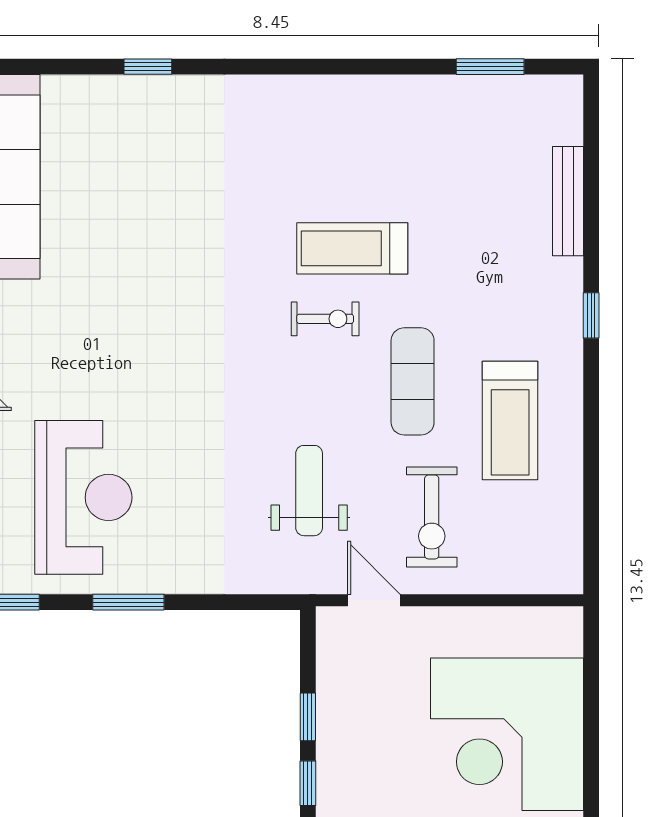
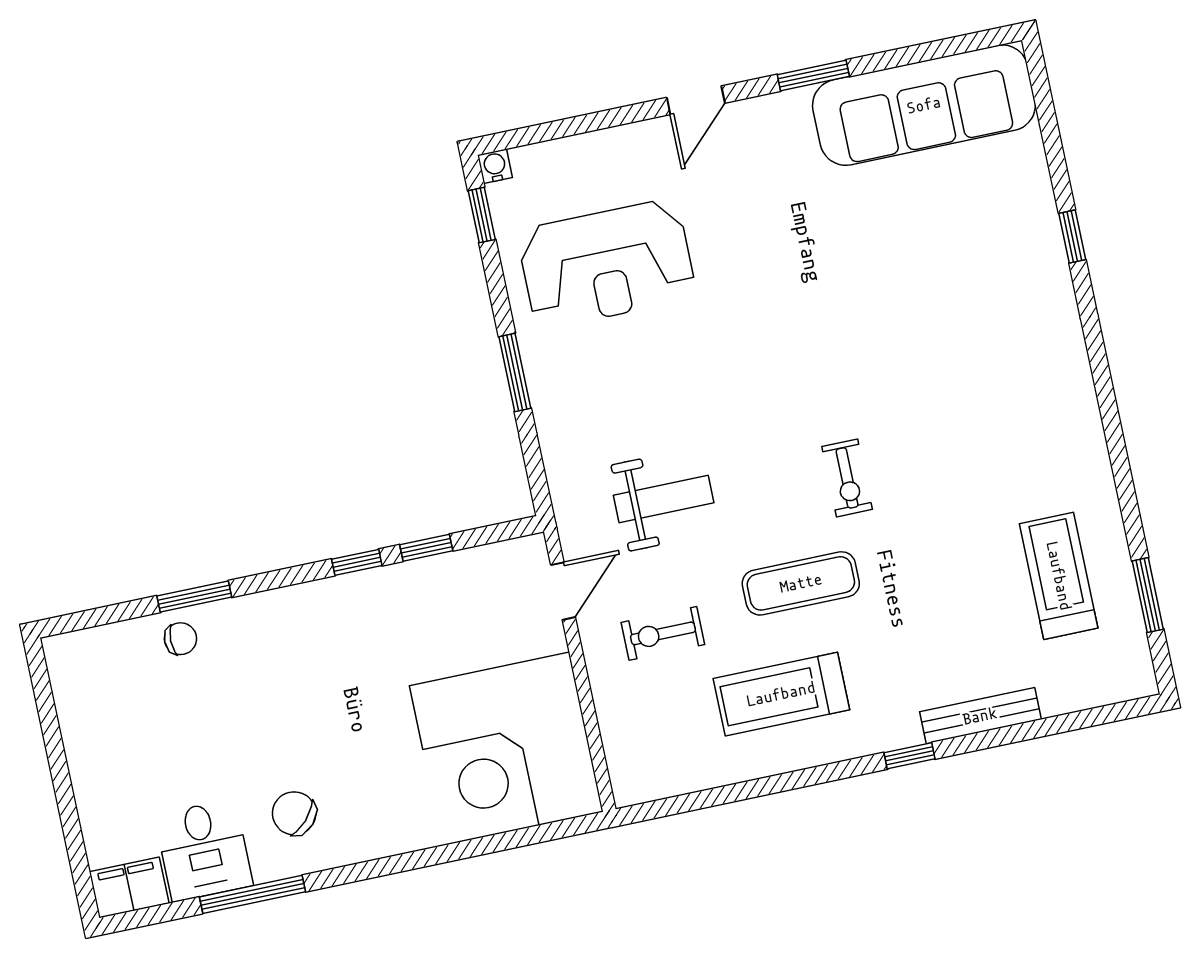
bench: (568, 201) -> (980, 716), moved
treadmill: (352, 248) -> (1059, 576), moved
exercise bike: (432, 517) -> (663, 633), width x0.73, depth x0.72
window: (128, 602) -> (515, 372), moved
corner desk: (507, 734) -> (506, 749), moved, turned -90

